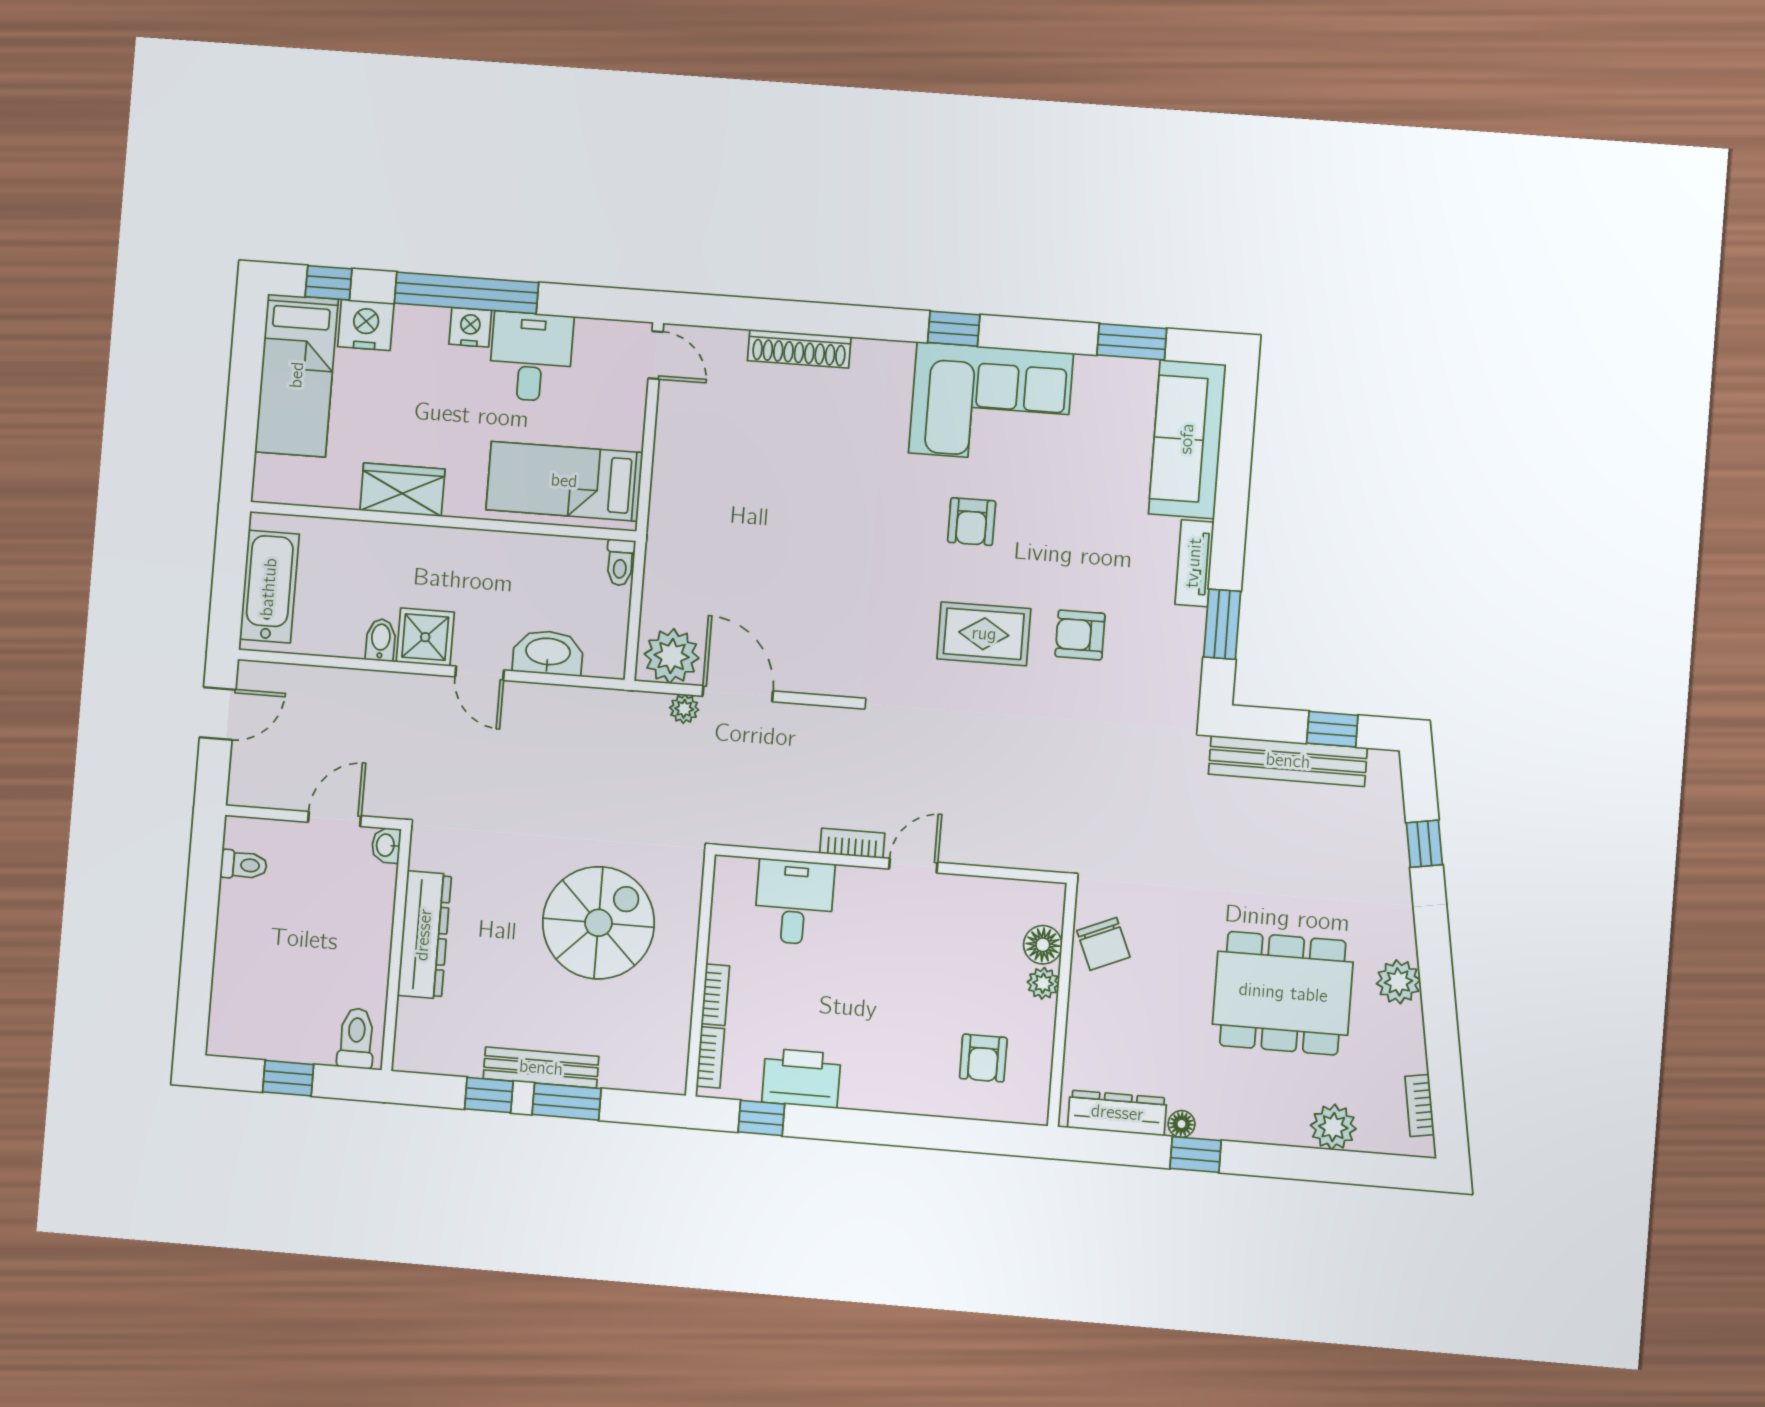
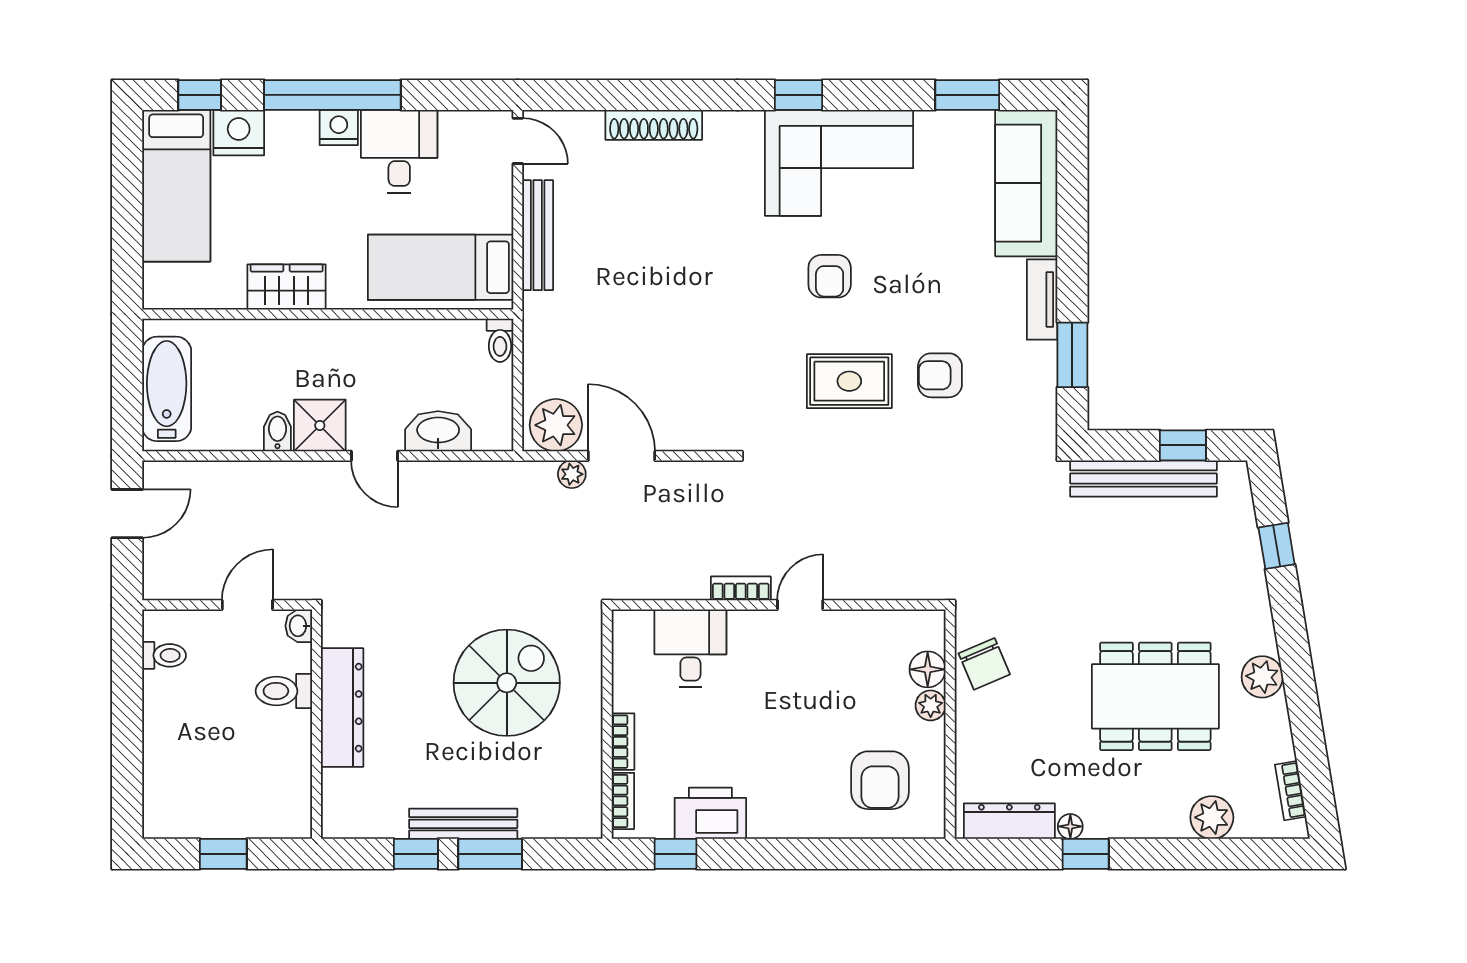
bench: (668, 455) -> (538, 235), added
toilet: (356, 1038) -> (284, 691), moved, turned -90
armchair: (983, 1058) -> (880, 780), width x1.38, depth x1.38

